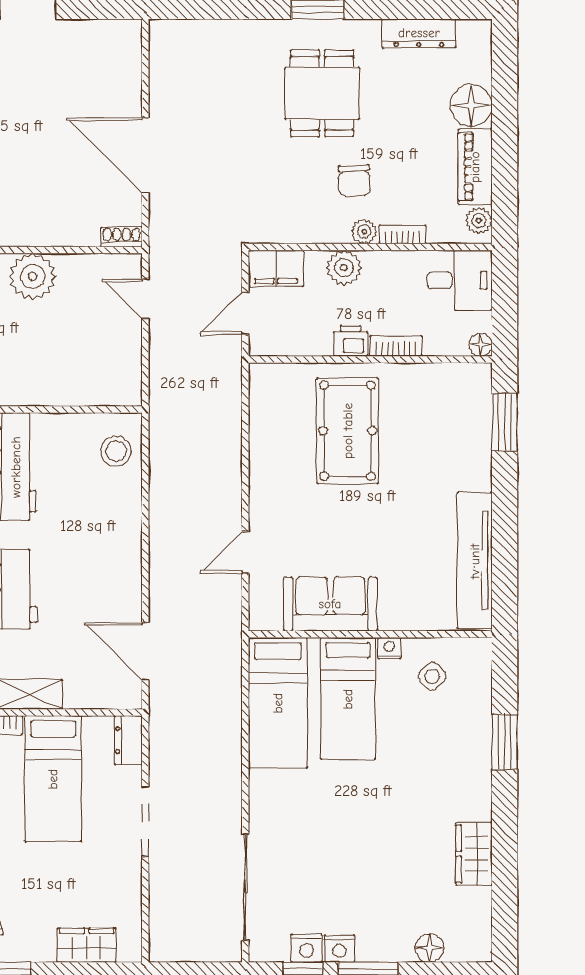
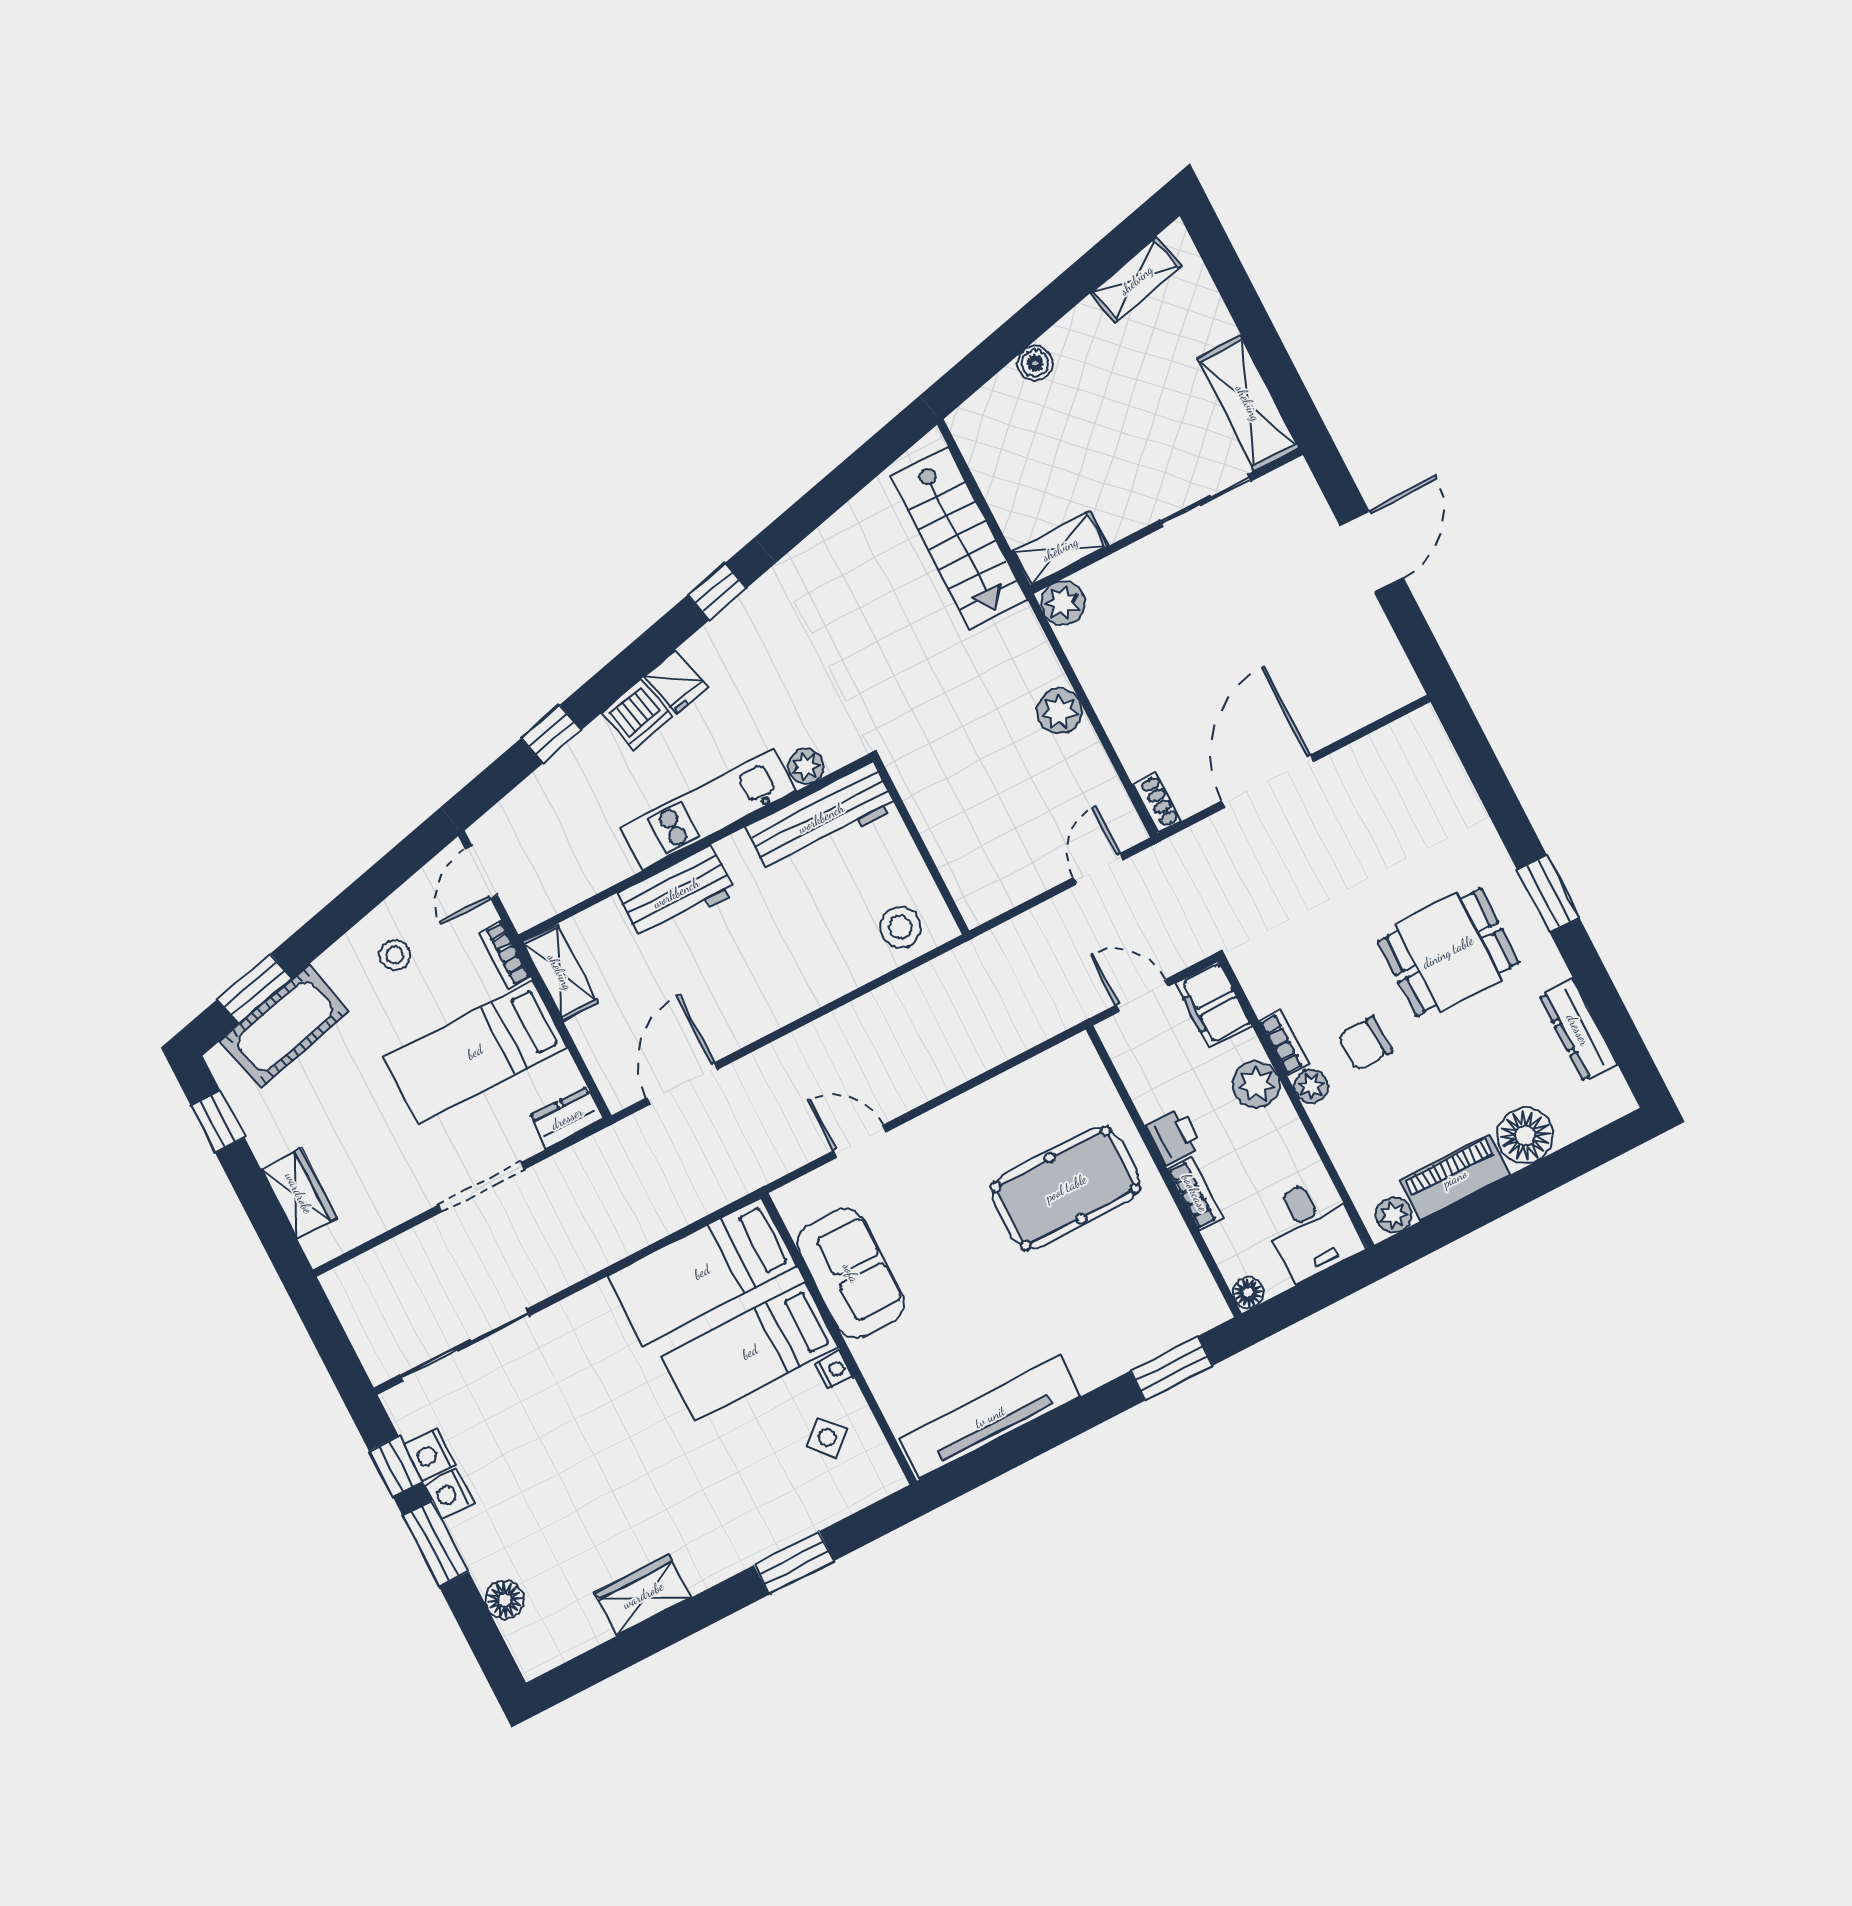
bookcase: (403, 235) -> (1284, 1043), moved
plant: (33, 276) -> (1059, 711), width x0.73, depth x0.73

